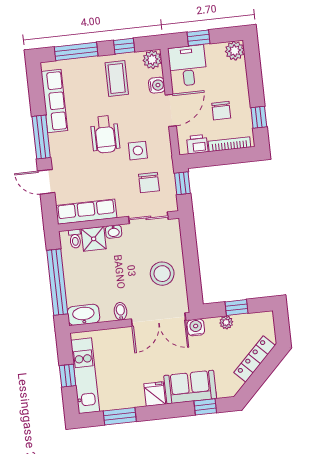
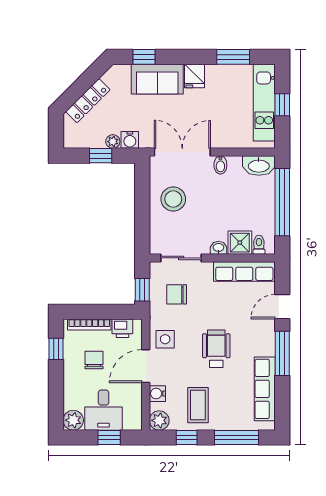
desk: (188, 66) -> (104, 410), moved
side table: (138, 151) -> (165, 339), moved
door: (46, 182) -> (282, 307), swing flipped
chair: (149, 182) -> (177, 294), turned -90
water cooler: (196, 327) -> (130, 140), moved

